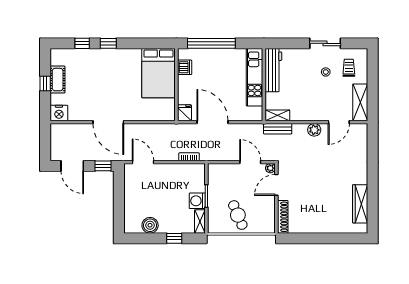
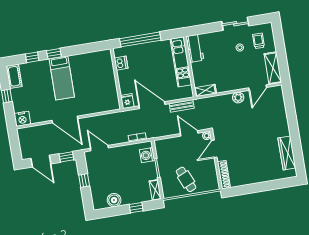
workbench: (273, 70) -> (195, 48), width x0.73
bed: (158, 73) -> (62, 78), moved, width x0.67
cot: (58, 80) -> (14, 76), moved
bench: (278, 129) -> (182, 106), moved
window: (119, 197) -> (84, 181), added
washing machine: (197, 201) -> (147, 155), moved

